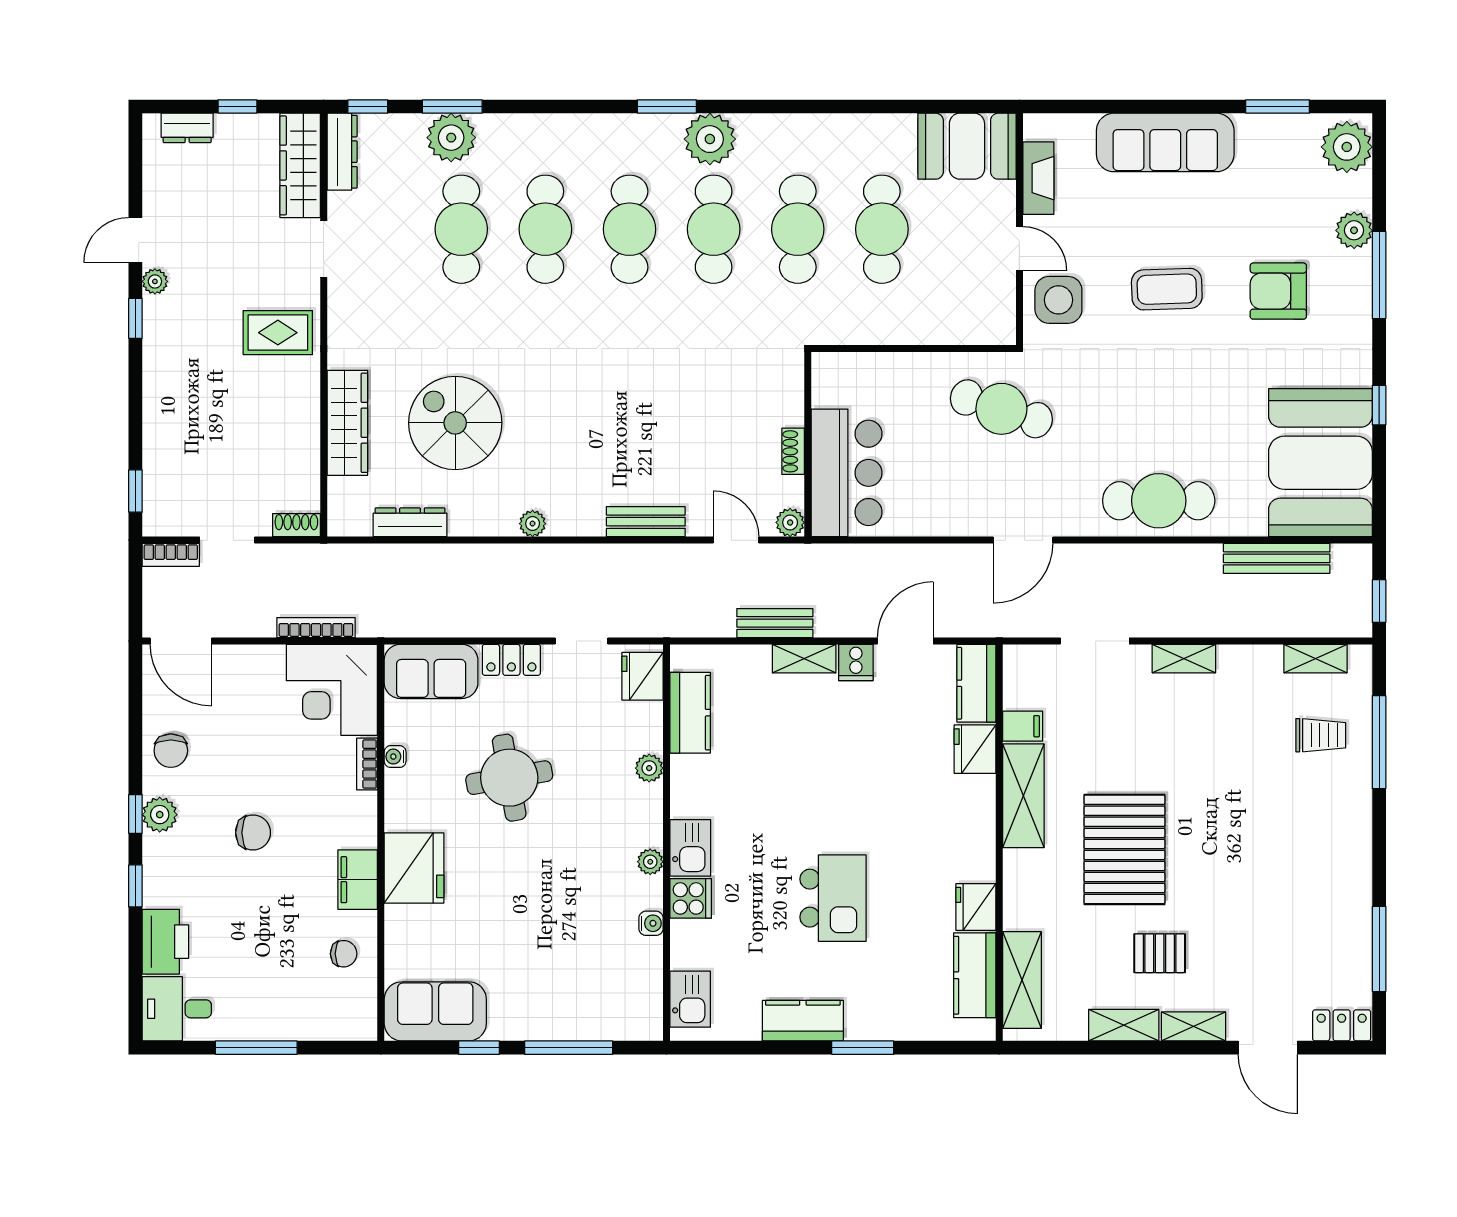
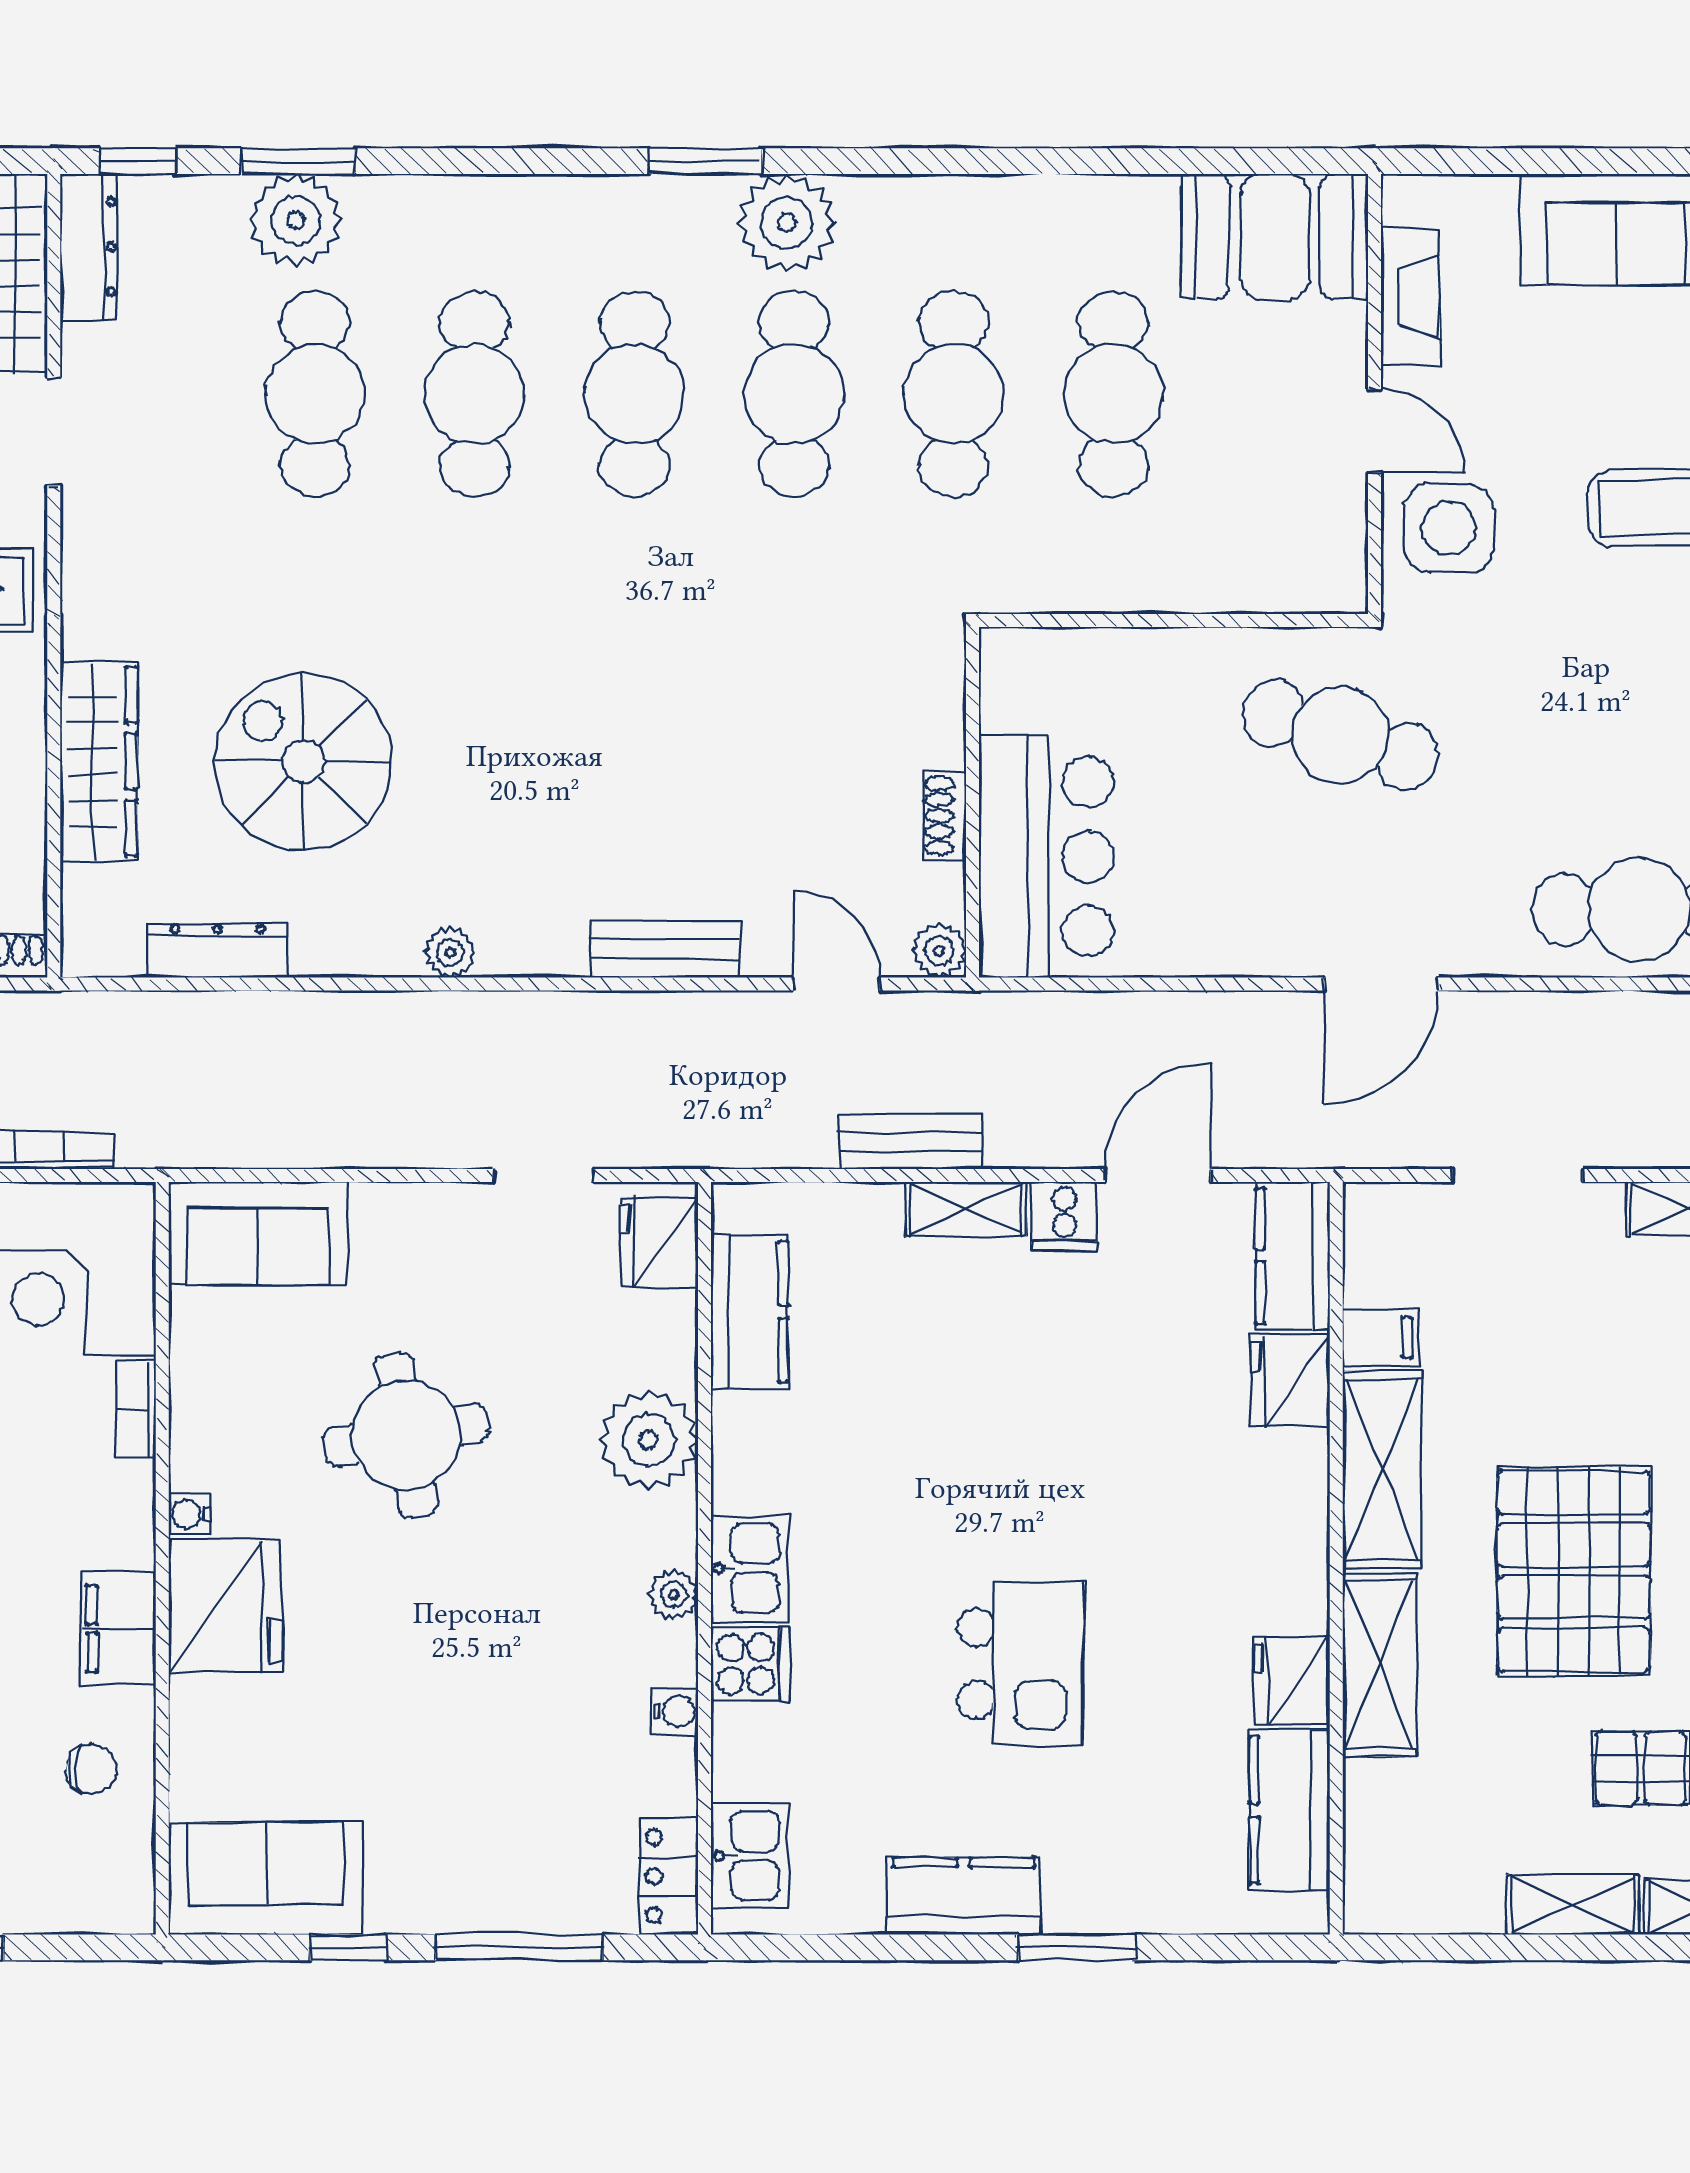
locker: (511, 660) -> (669, 1876), moved, turned 90
water cooler: (395, 757) -> (189, 1514), moved
plant: (649, 768) -> (649, 1440), width x1.87, depth x1.87
shelving: (1022, 980) -> (1379, 1665), moved

